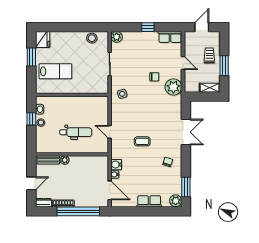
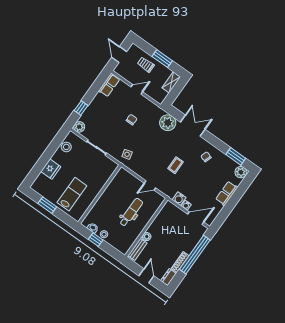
window: (148, 27) -> (81, 108), moved
fridge: (43, 39) -> (51, 169), moved, turned 90
plant: (173, 87) -> (168, 123), moved

